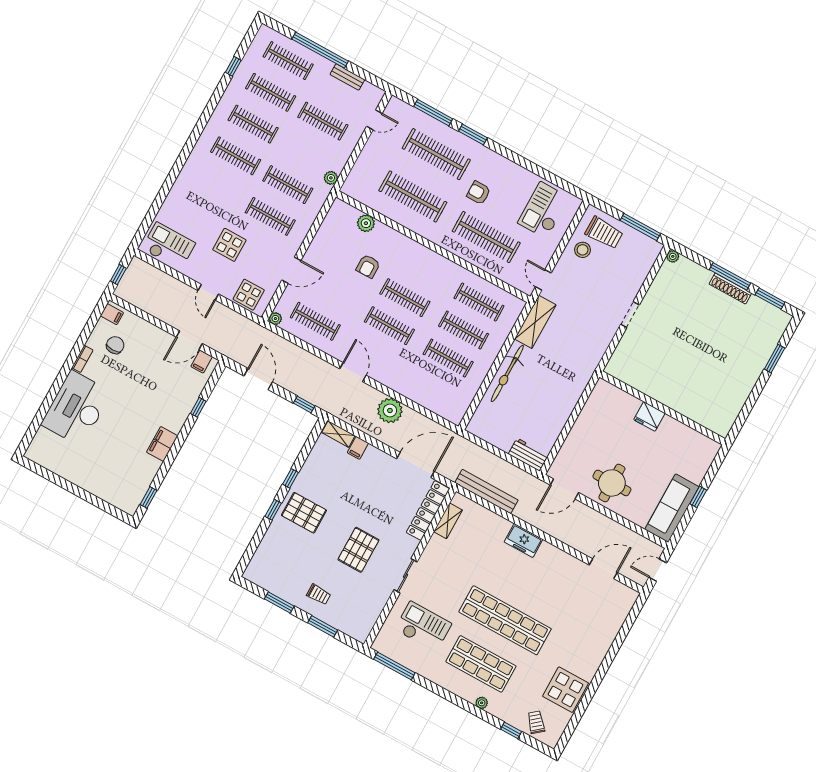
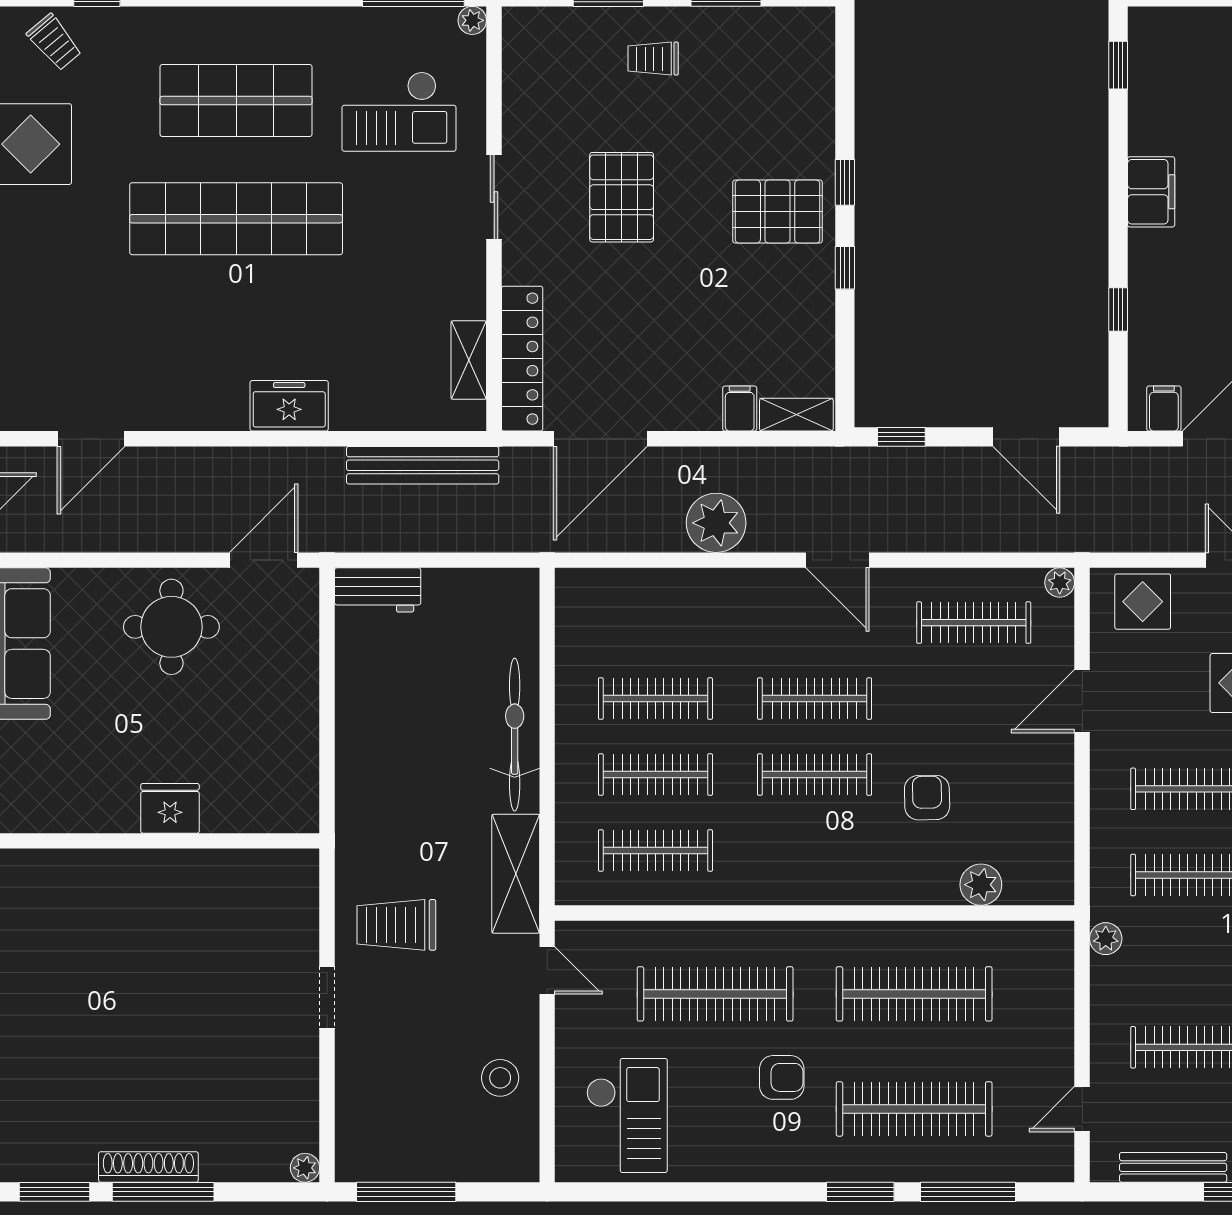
bench: (347, 77) -> (1173, 1167), width x1.36
trolley: (604, 233) -> (396, 925), moved
plant: (482, 703) -> (472, 20), moved

